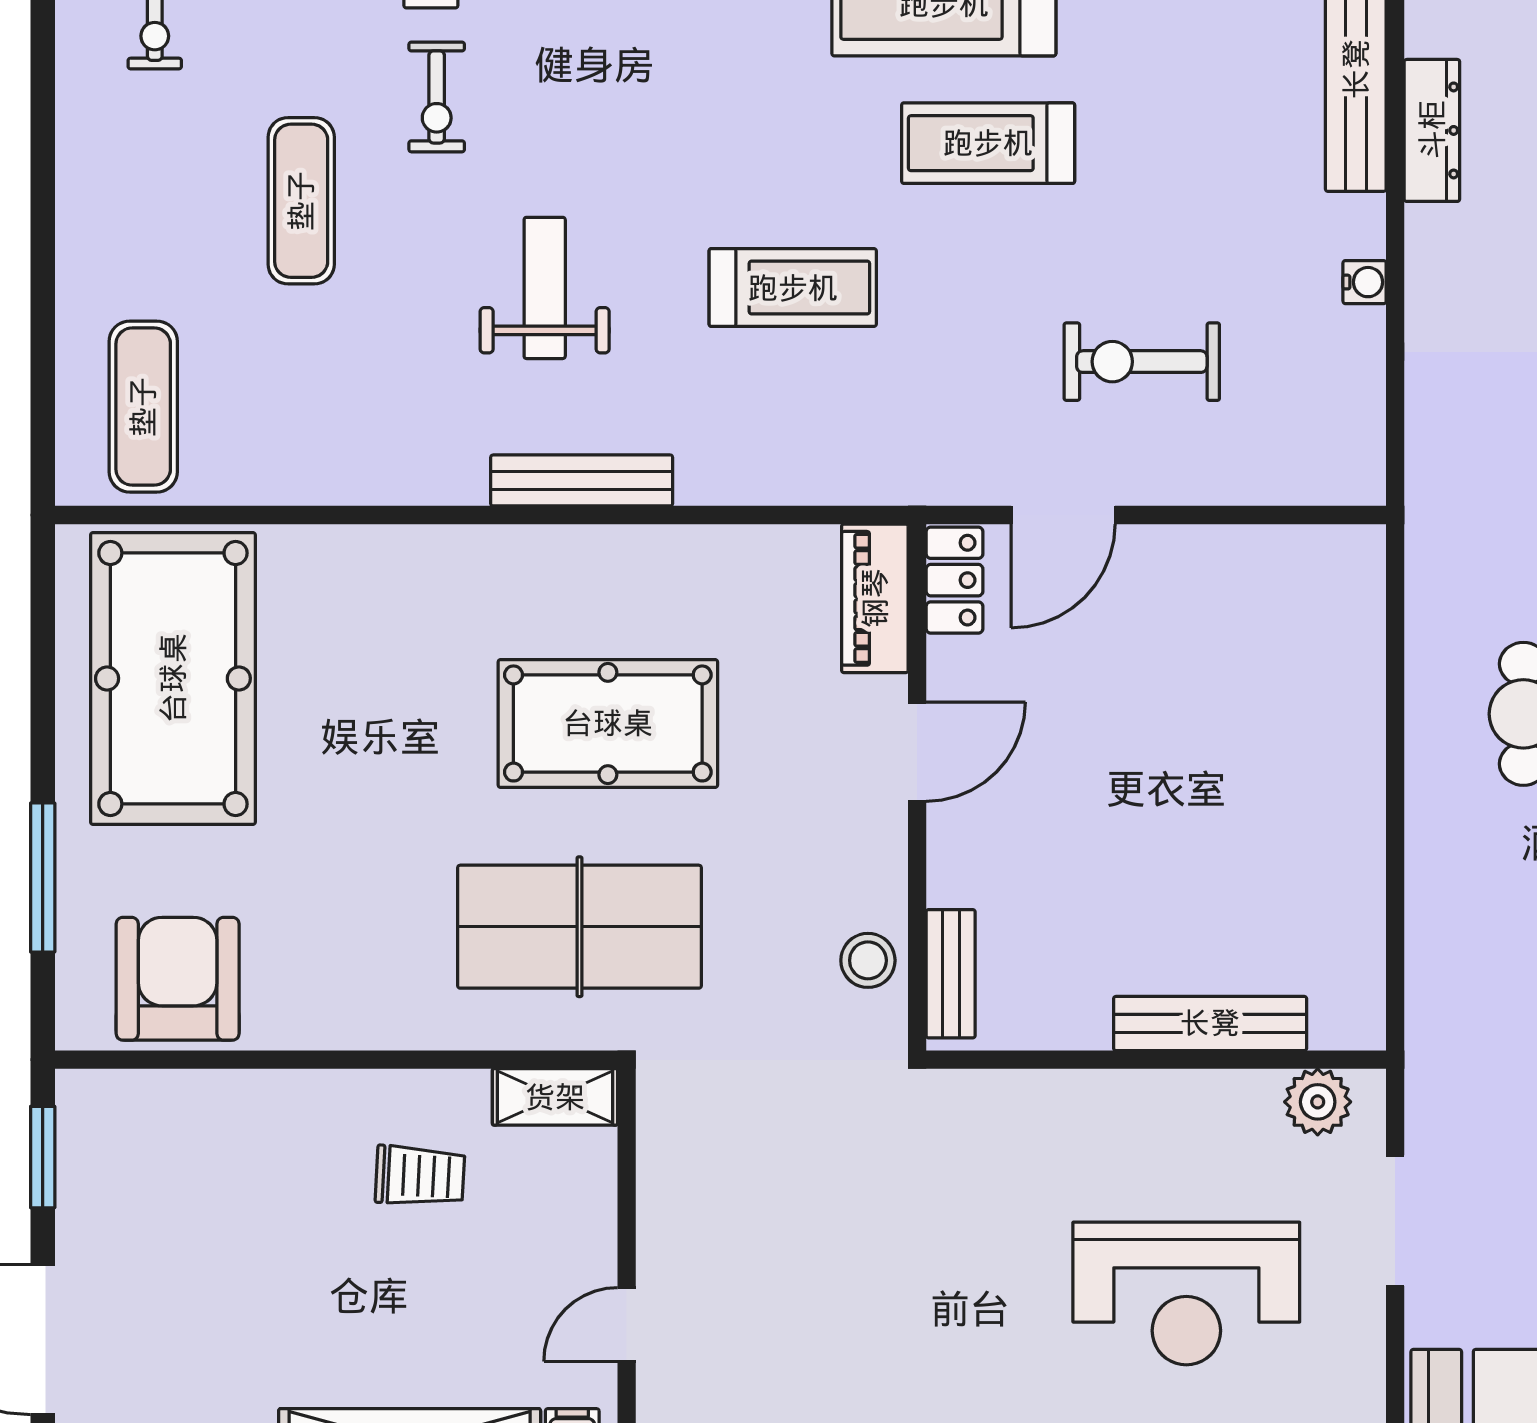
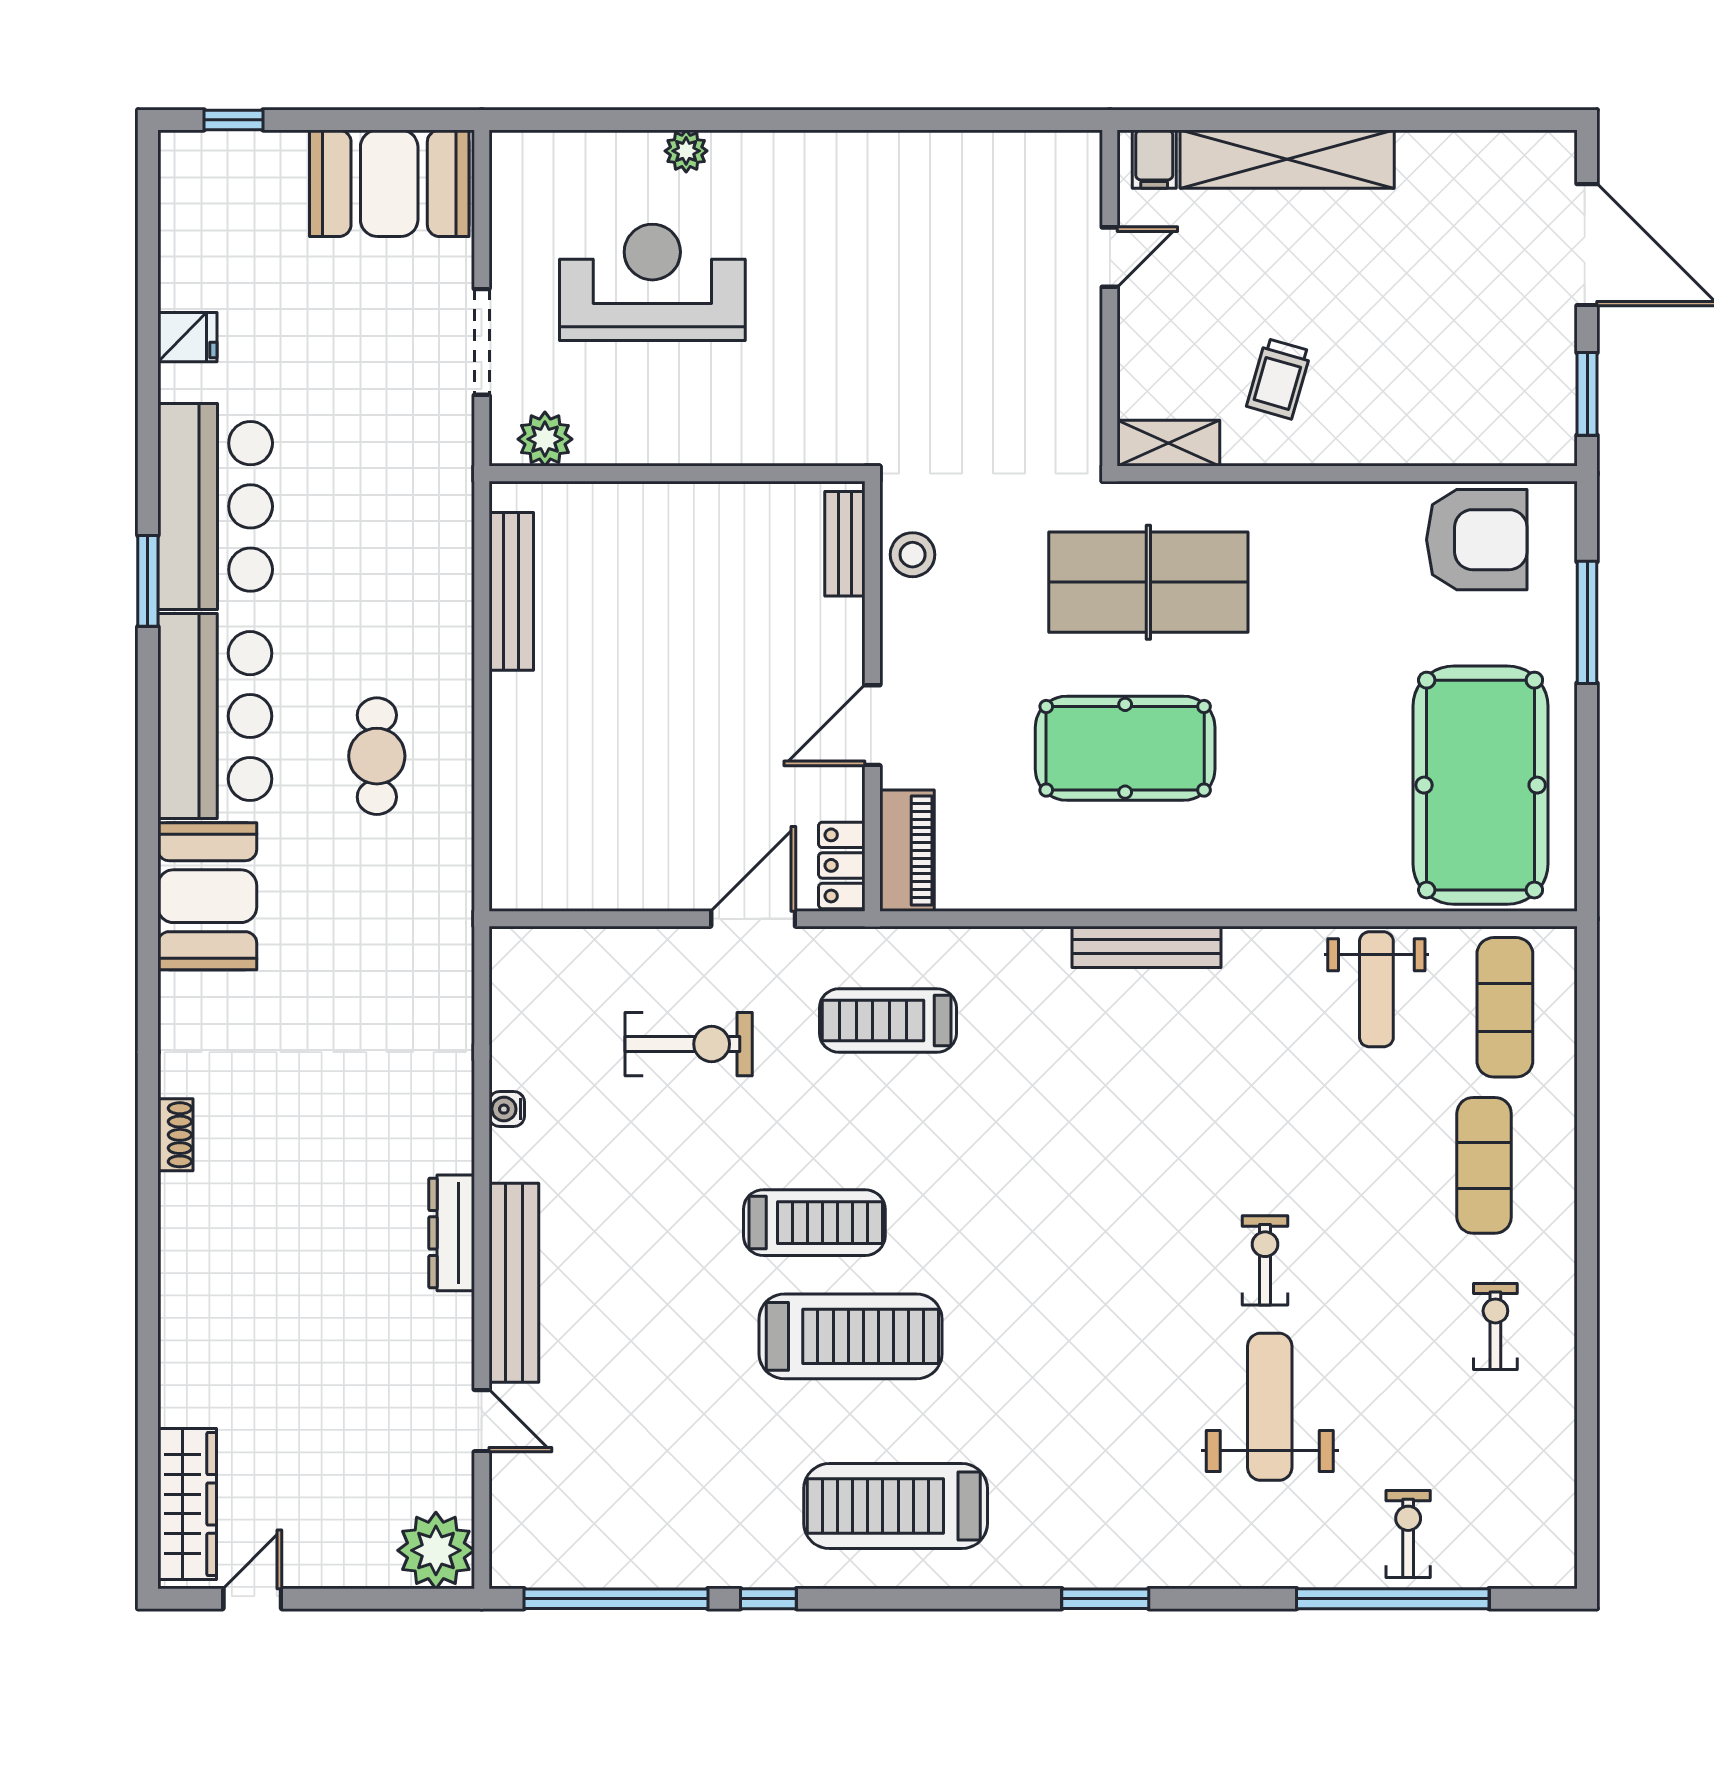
exercise mat: (301, 201) -> (1484, 1165), moved
weight bench: (545, 288) -> (1376, 989), moved
treadmill: (793, 288) -> (888, 1020), moved
armchair: (178, 979) -> (1477, 540), turned -90
bench: (1210, 1023) -> (511, 591), moved, turned 90
trolley: (420, 1176) -> (1279, 379), turned -77

